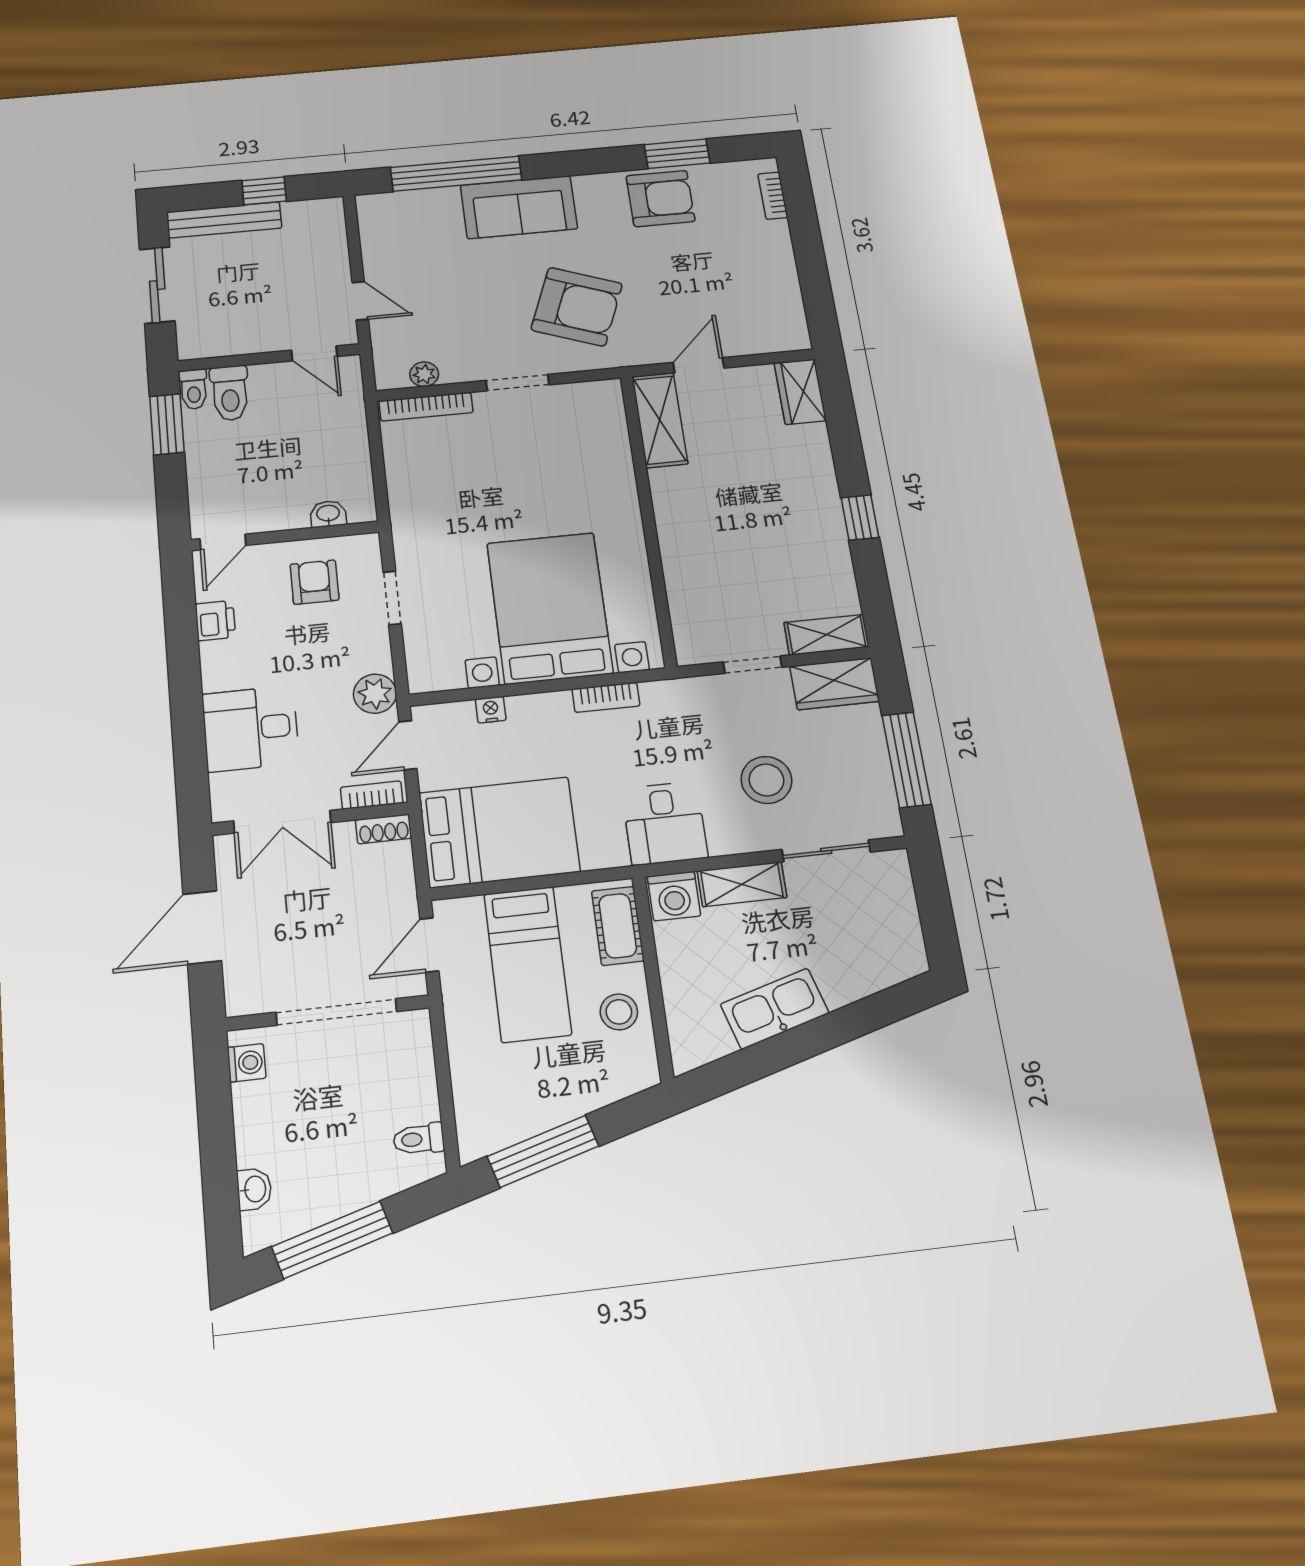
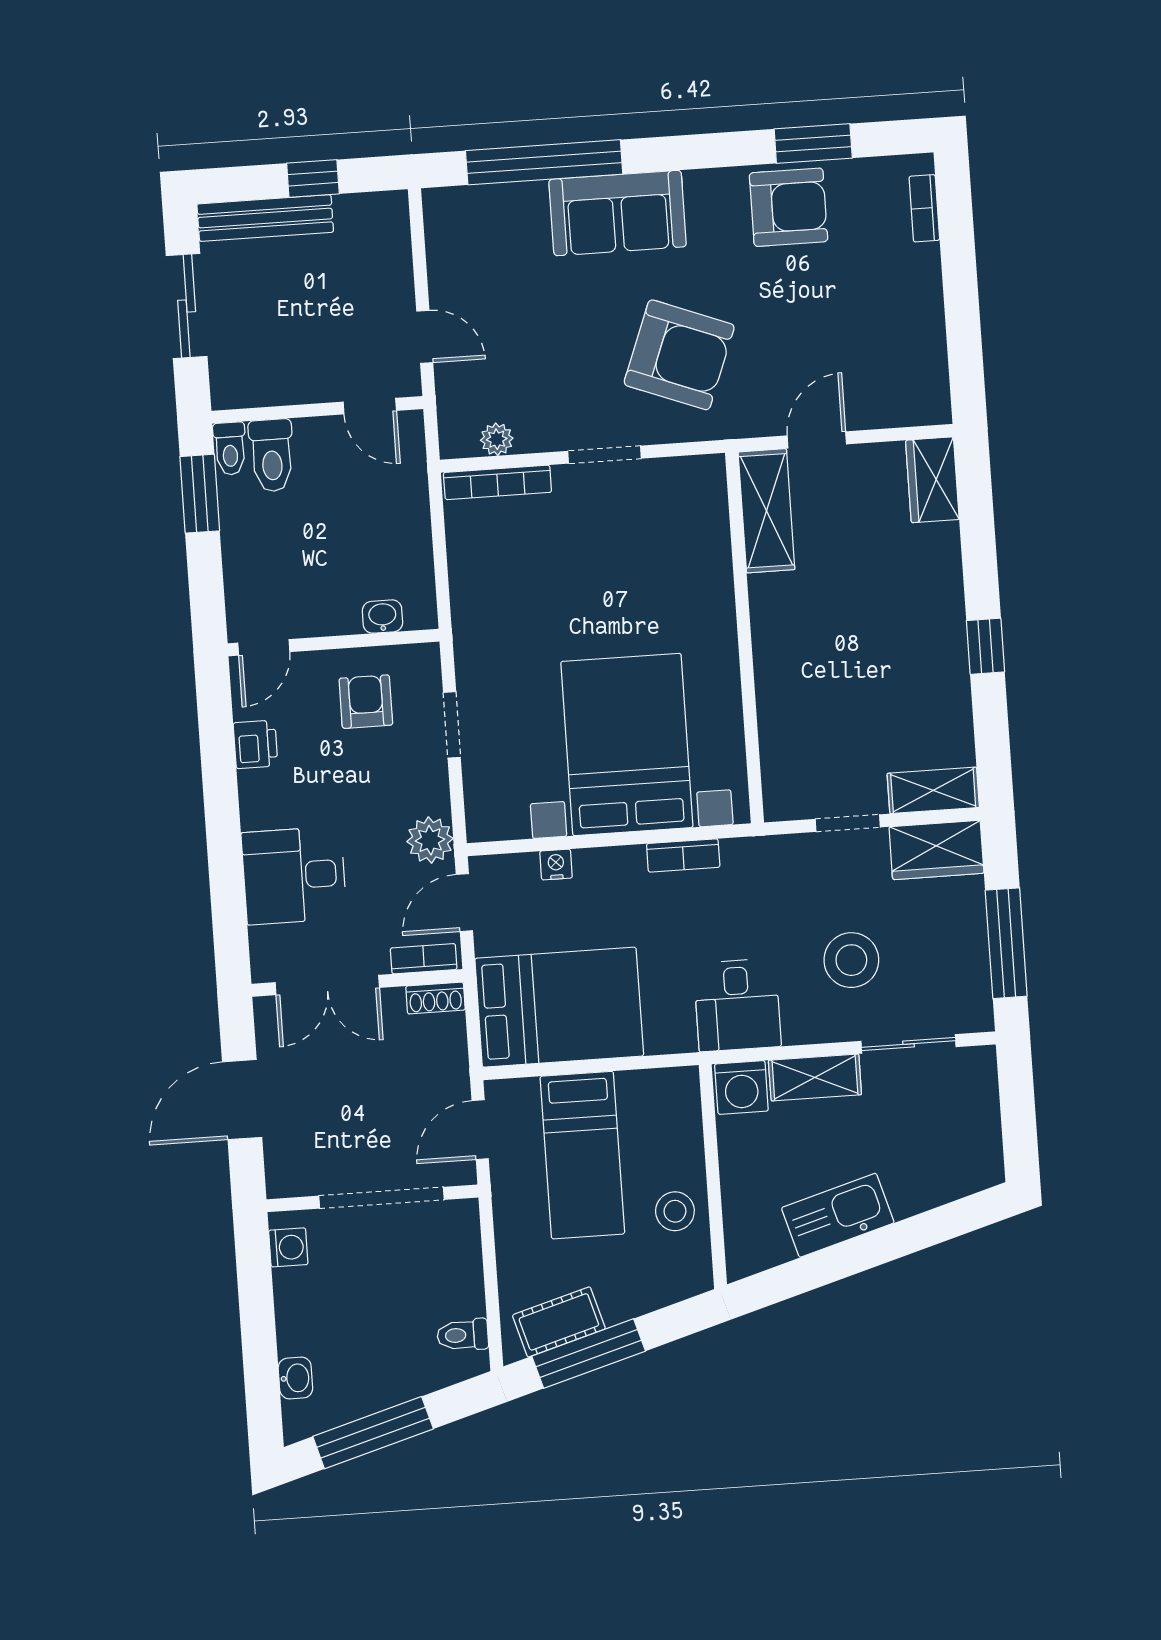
cot: (618, 926) -> (559, 1322), moved, turned 74

